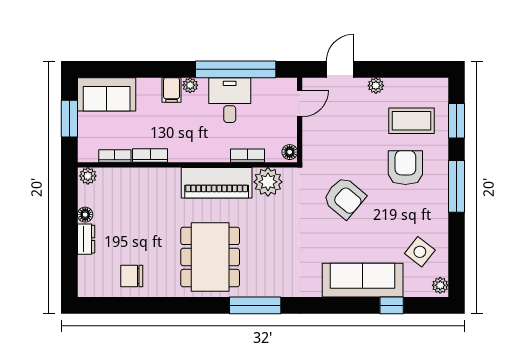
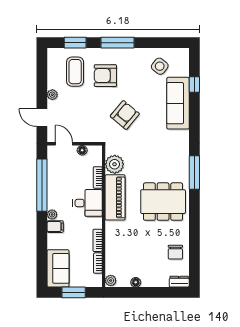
desk: (230, 100) -> (87, 203), moved, turned 180
floor lamp: (290, 152) -> (82, 150), moved
dresser: (86, 239) -> (179, 282), moved
plant: (440, 285) -> (181, 53), removed

